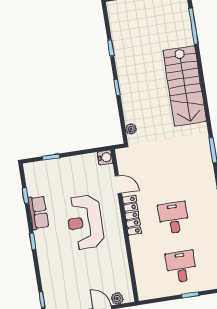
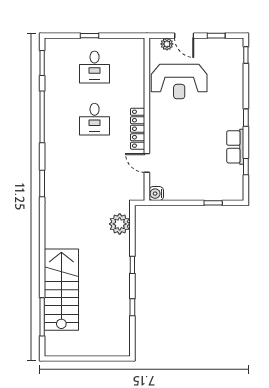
stairs: (185, 86) -> (61, 290), moved
plant: (131, 129) -> (120, 224), width x1.87, depth x1.87
reception desk: (85, 222) -> (179, 81), moved, turned 90

